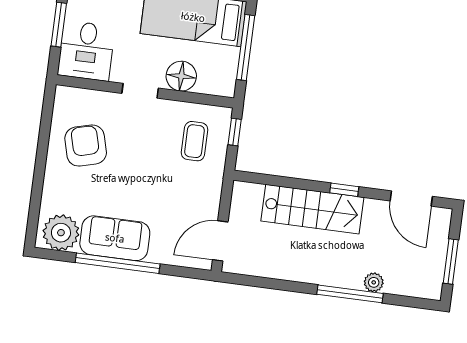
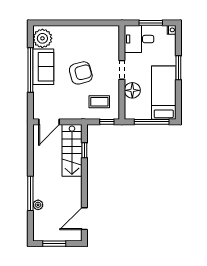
armchair: (86, 146) -> (81, 73), moved
window: (344, 190) -> (84, 150), moved
stairs: (312, 209) -> (72, 150), moved
door: (220, 241) -> (49, 122), swing flipped

